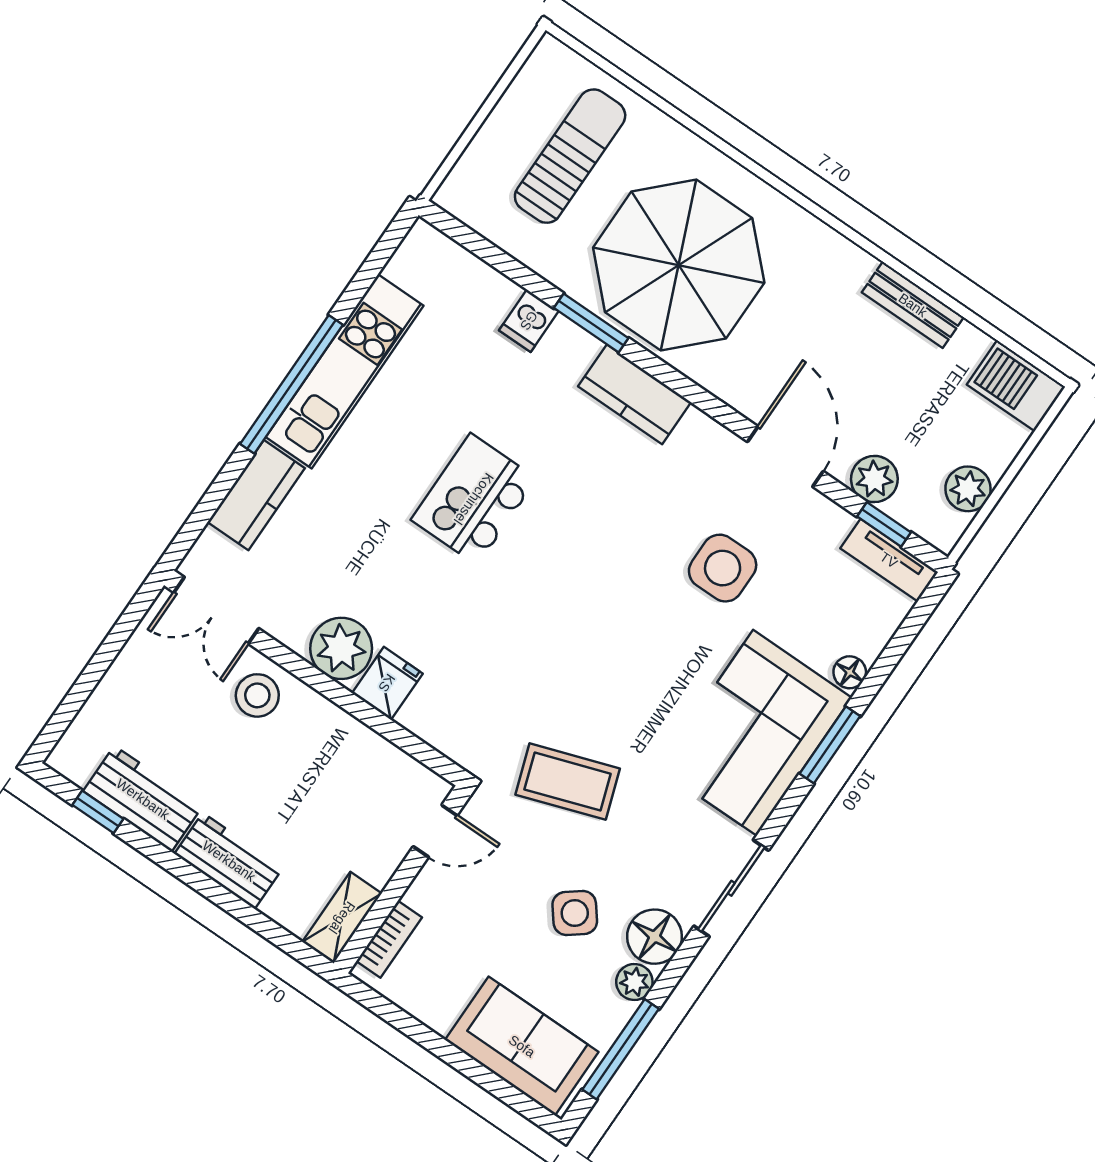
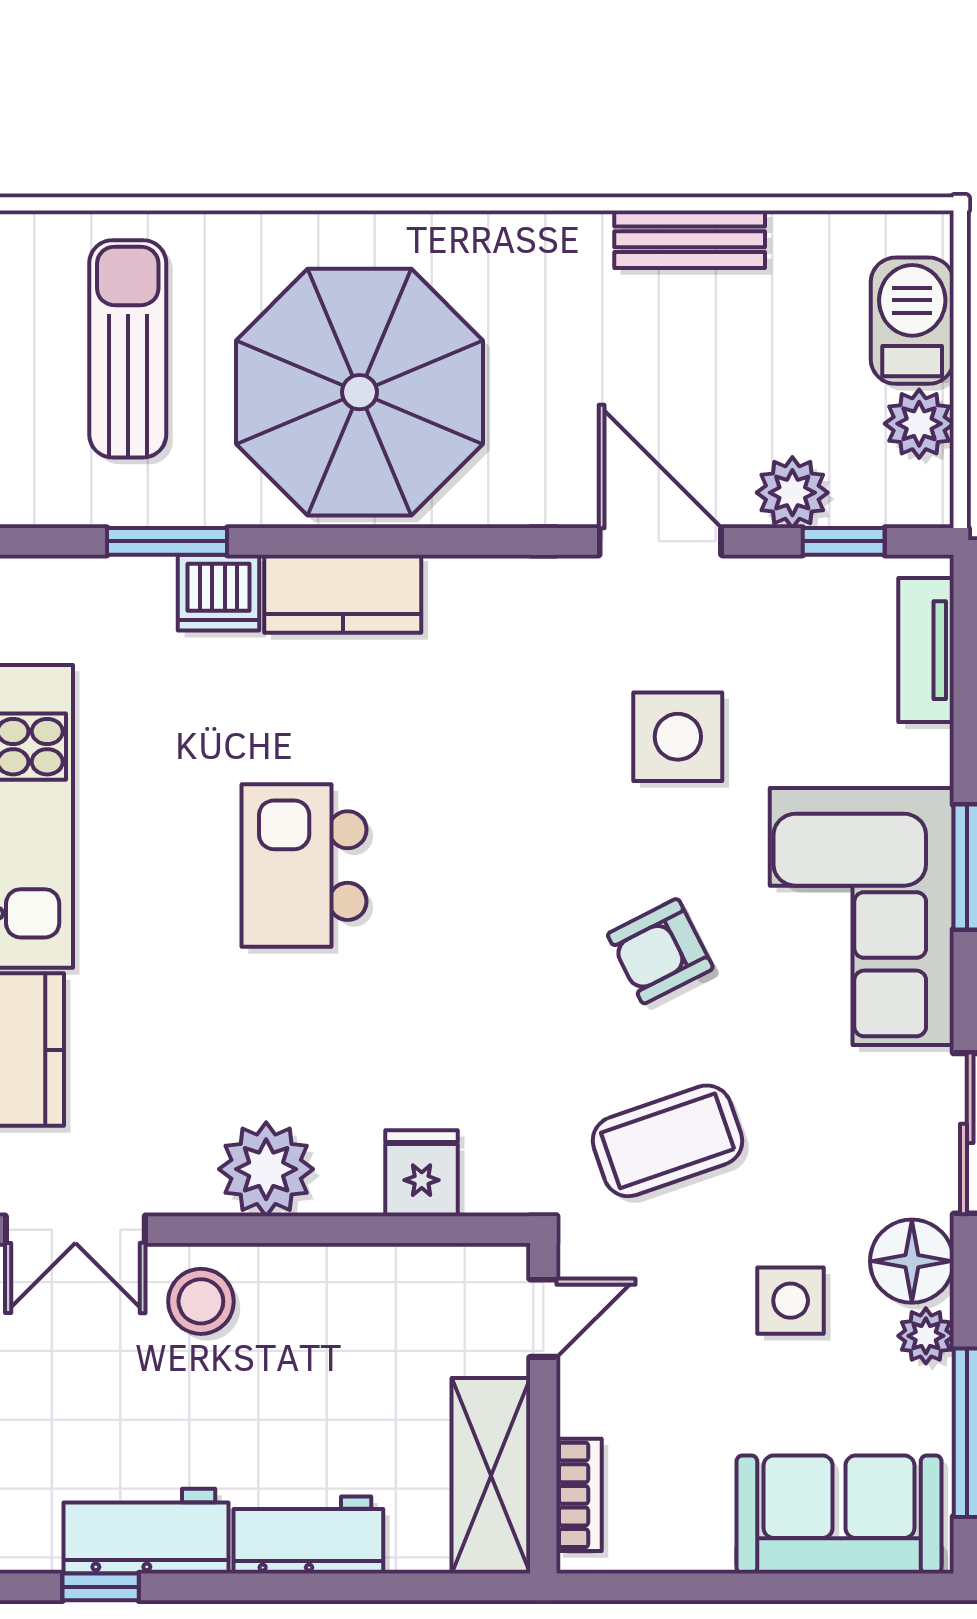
dishwasher: (529, 321) -> (219, 593), width x1.38
window: (591, 323) -> (167, 541), moved
barbecue: (1016, 386) -> (912, 321), moved, turned 90
kitchen counter: (635, 394) -> (343, 594), moved
tv unit: (889, 560) -> (926, 650), moved, turned 90
floor lamp: (850, 672) -> (929, 758), removed
armchair: (634, 677) -> (660, 951), added
fridge: (387, 683) -> (422, 1173), moved
side table: (575, 913) -> (791, 1301), turned 38
shelving: (342, 918) -> (491, 1476), width x1.50, depth x1.33

